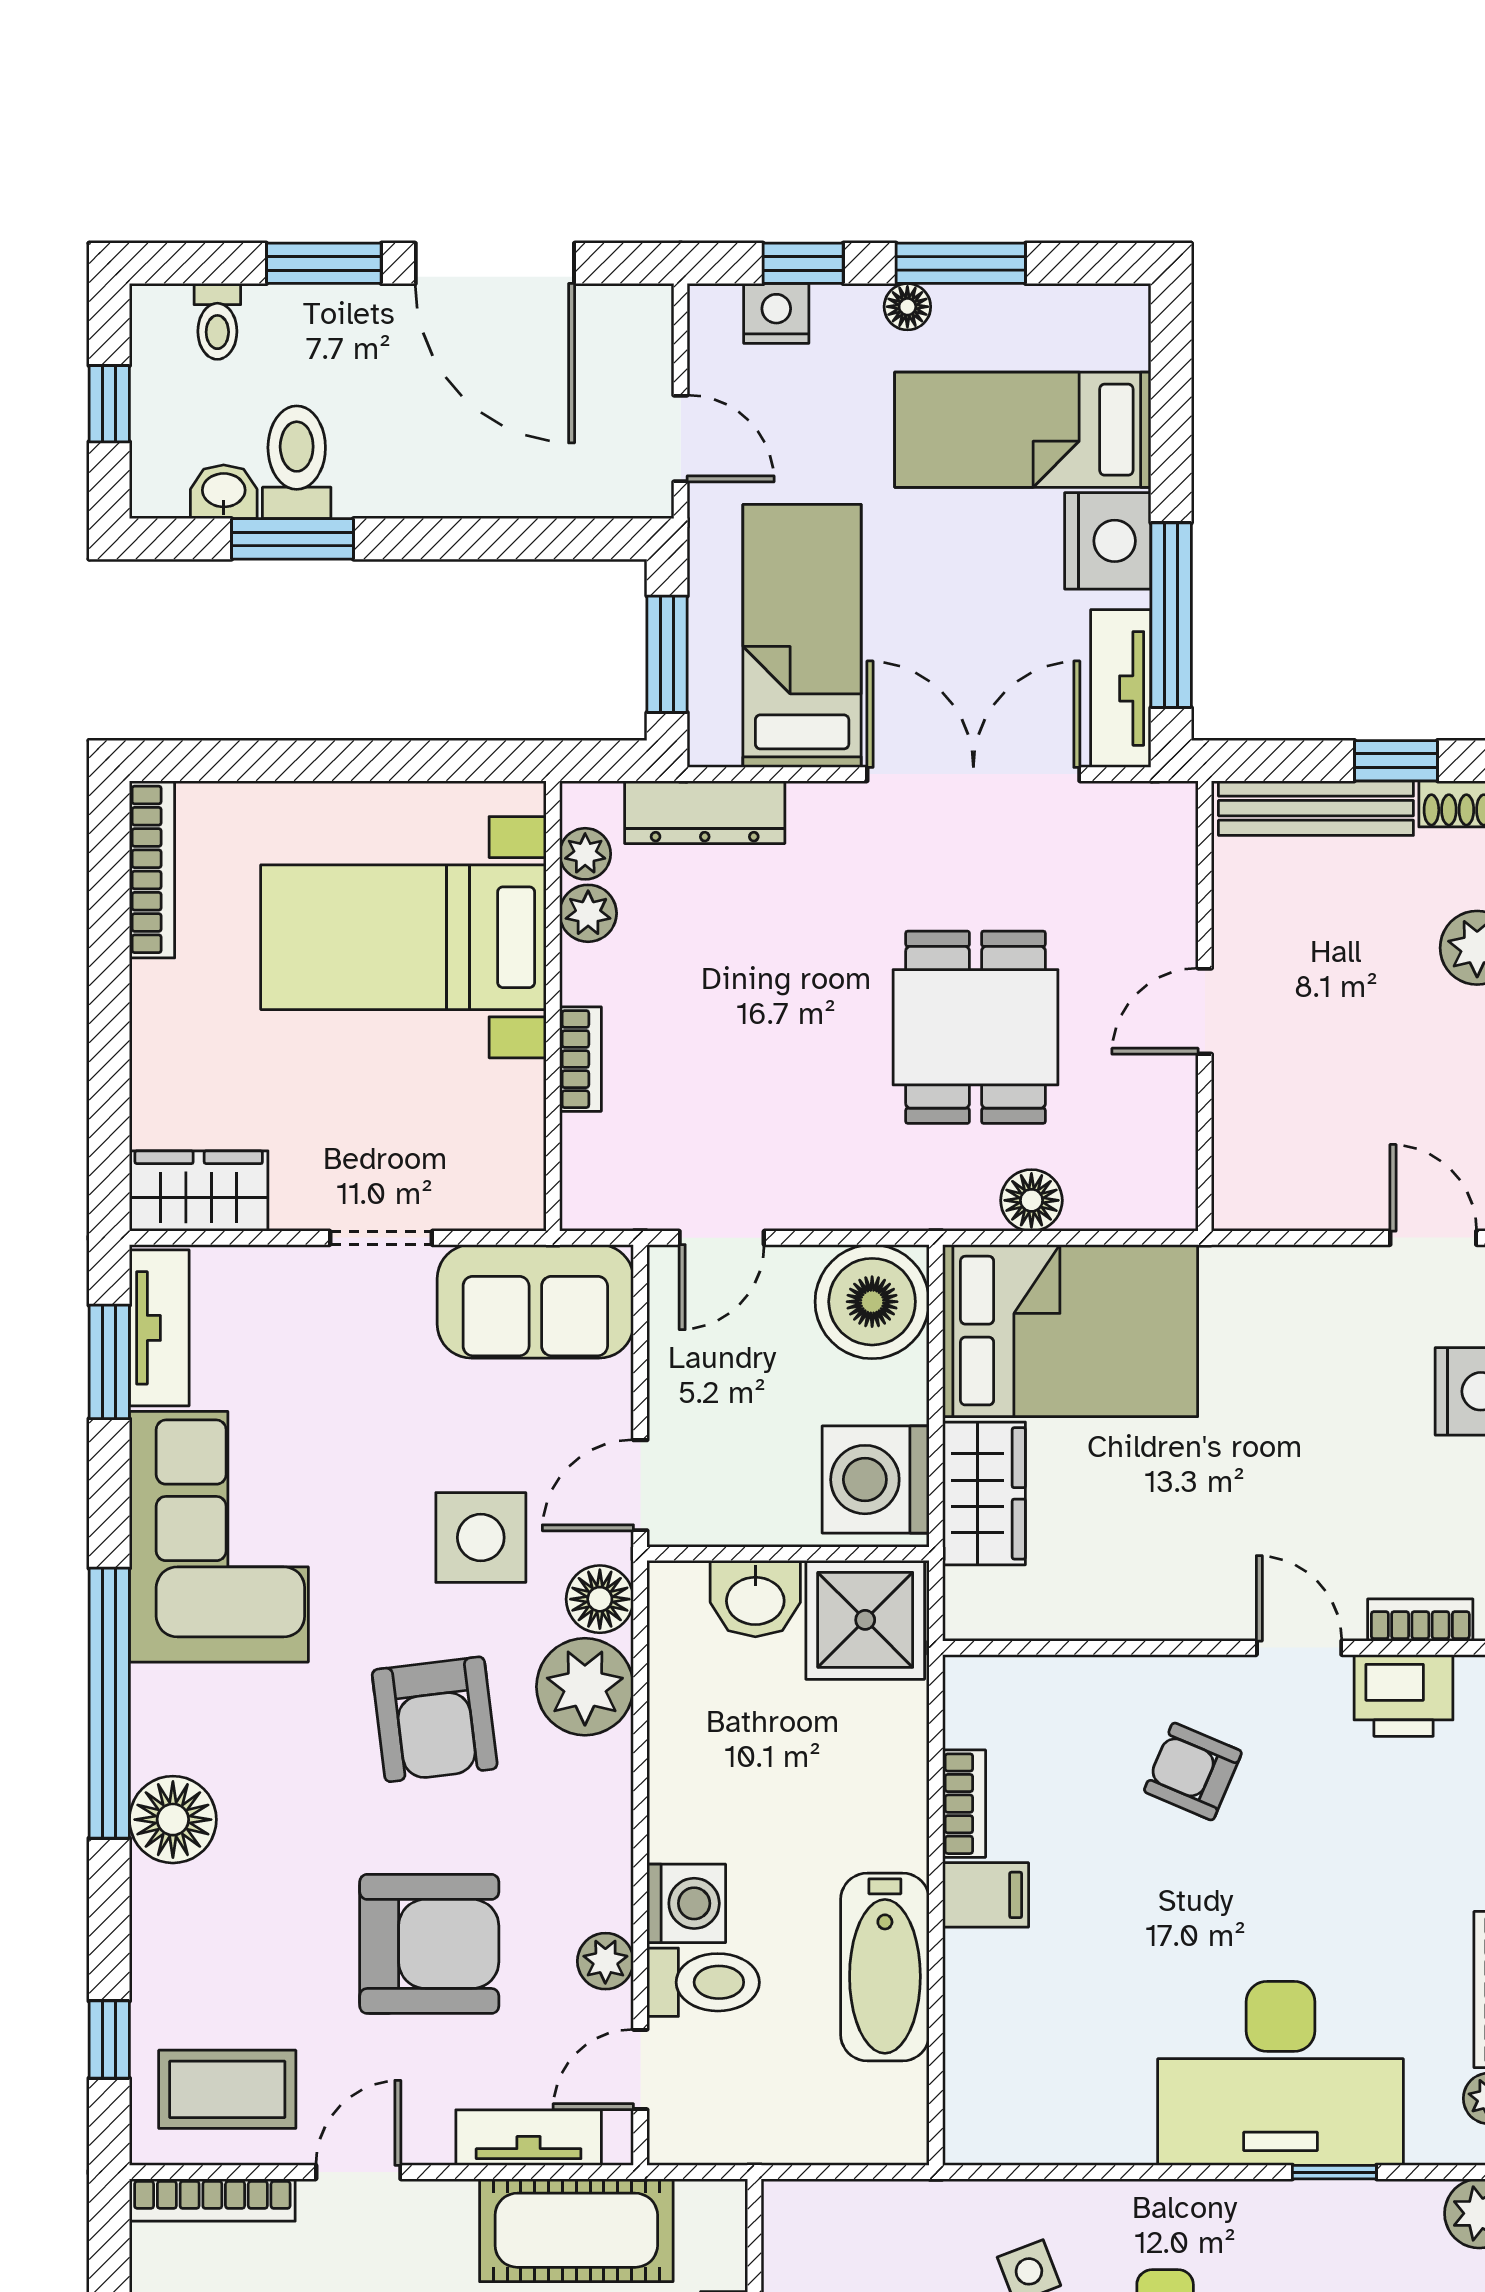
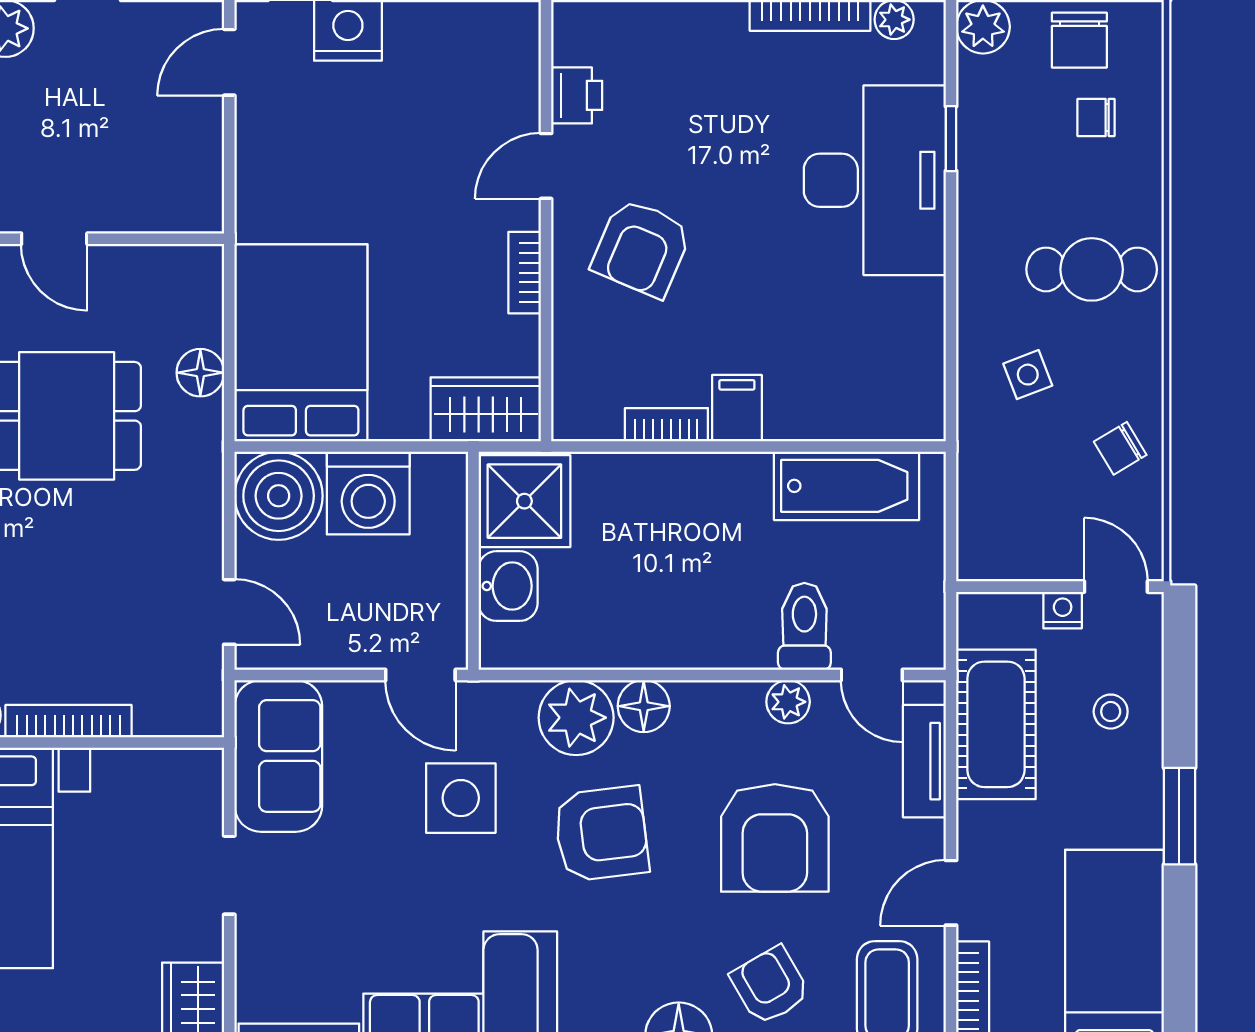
bookcase: (580, 1059) -> (68, 721), width x1.56
washing machine: (876, 1480) -> (368, 493), moved
wardrobe: (984, 1493) -> (486, 409), moved
floor lamp: (600, 1599) -> (644, 706), moved
bookcase: (1420, 1620) -> (525, 273), moved
printer: (1404, 1695) -> (577, 95), width x0.73, depth x0.81
armchair: (1193, 1771) -> (642, 248), width x1.38, depth x1.38
washing machine: (686, 1903) -> (743, 639), removed
armchair: (238, 1938) -> (770, 985), added
armchair: (429, 1944) -> (775, 838), turned 180
bathtub: (885, 1967) -> (846, 486), moved
door: (358, 2172) -> (951, 893), hinge flipped

